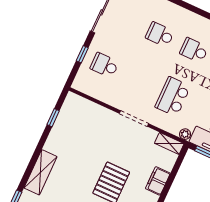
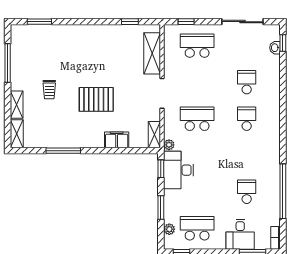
window: (82, 54) -> (186, 22), moved
school desk: (104, 65) -> (197, 46), width x1.85
shelving: (40, 172) -> (152, 53), moved, turned 90

